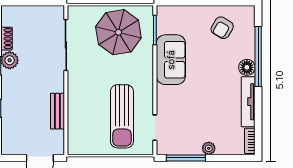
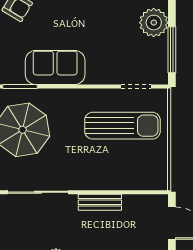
bench: (57, 111) -> (100, 202), moved
plant: (209, 148) -> (154, 23), width x1.88, depth x1.88

